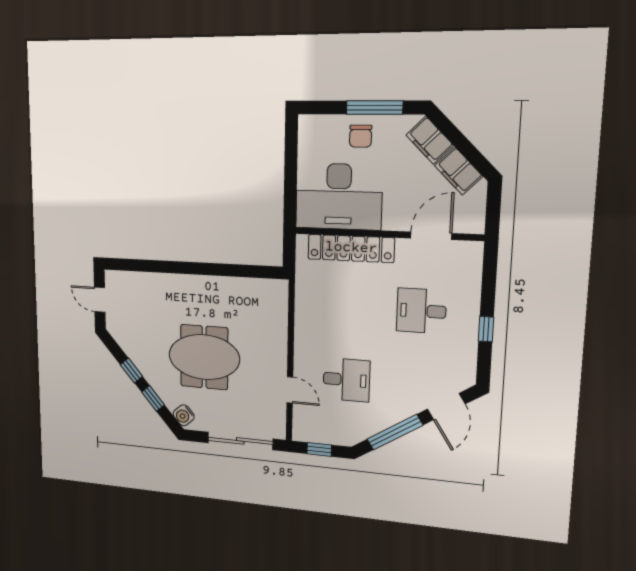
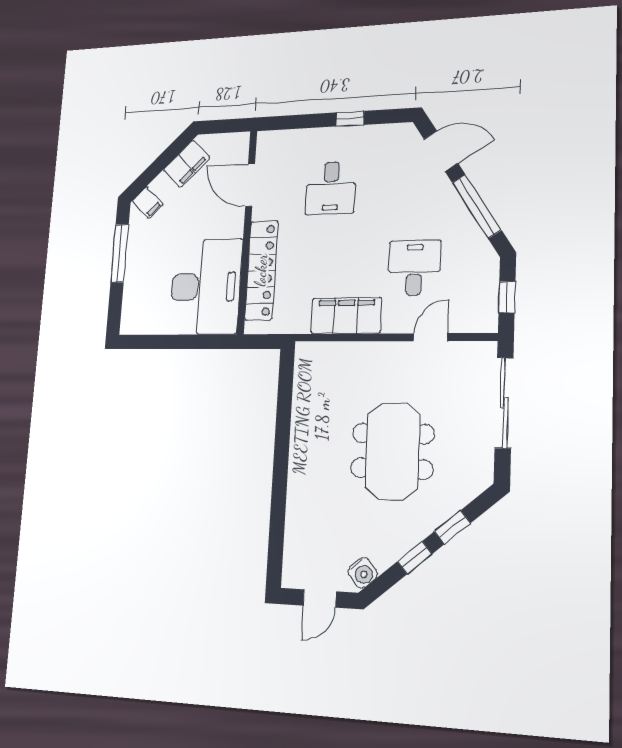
chair: (361, 136) -> (146, 266), removed
filing cabinet: (430, 140) -> (148, 203), width x0.50
filing cabinet: (309, 323) -> (346, 316), added
water cooler: (184, 415) -> (363, 573), moved

